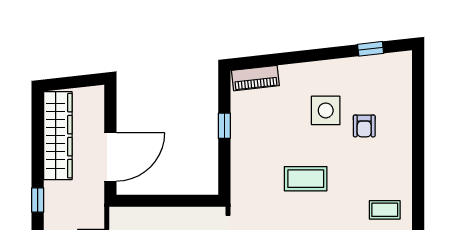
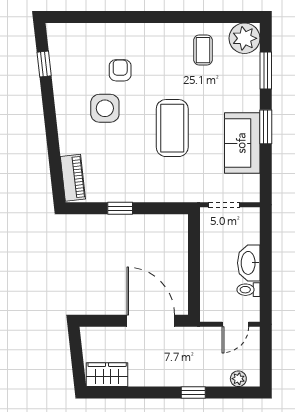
armchair: (364, 126) -> (120, 70), turned -90
wardrobe: (58, 136) -> (107, 375), width x0.48, depth x0.85
coffee table: (306, 179) -> (172, 128), width x1.36, depth x1.32

